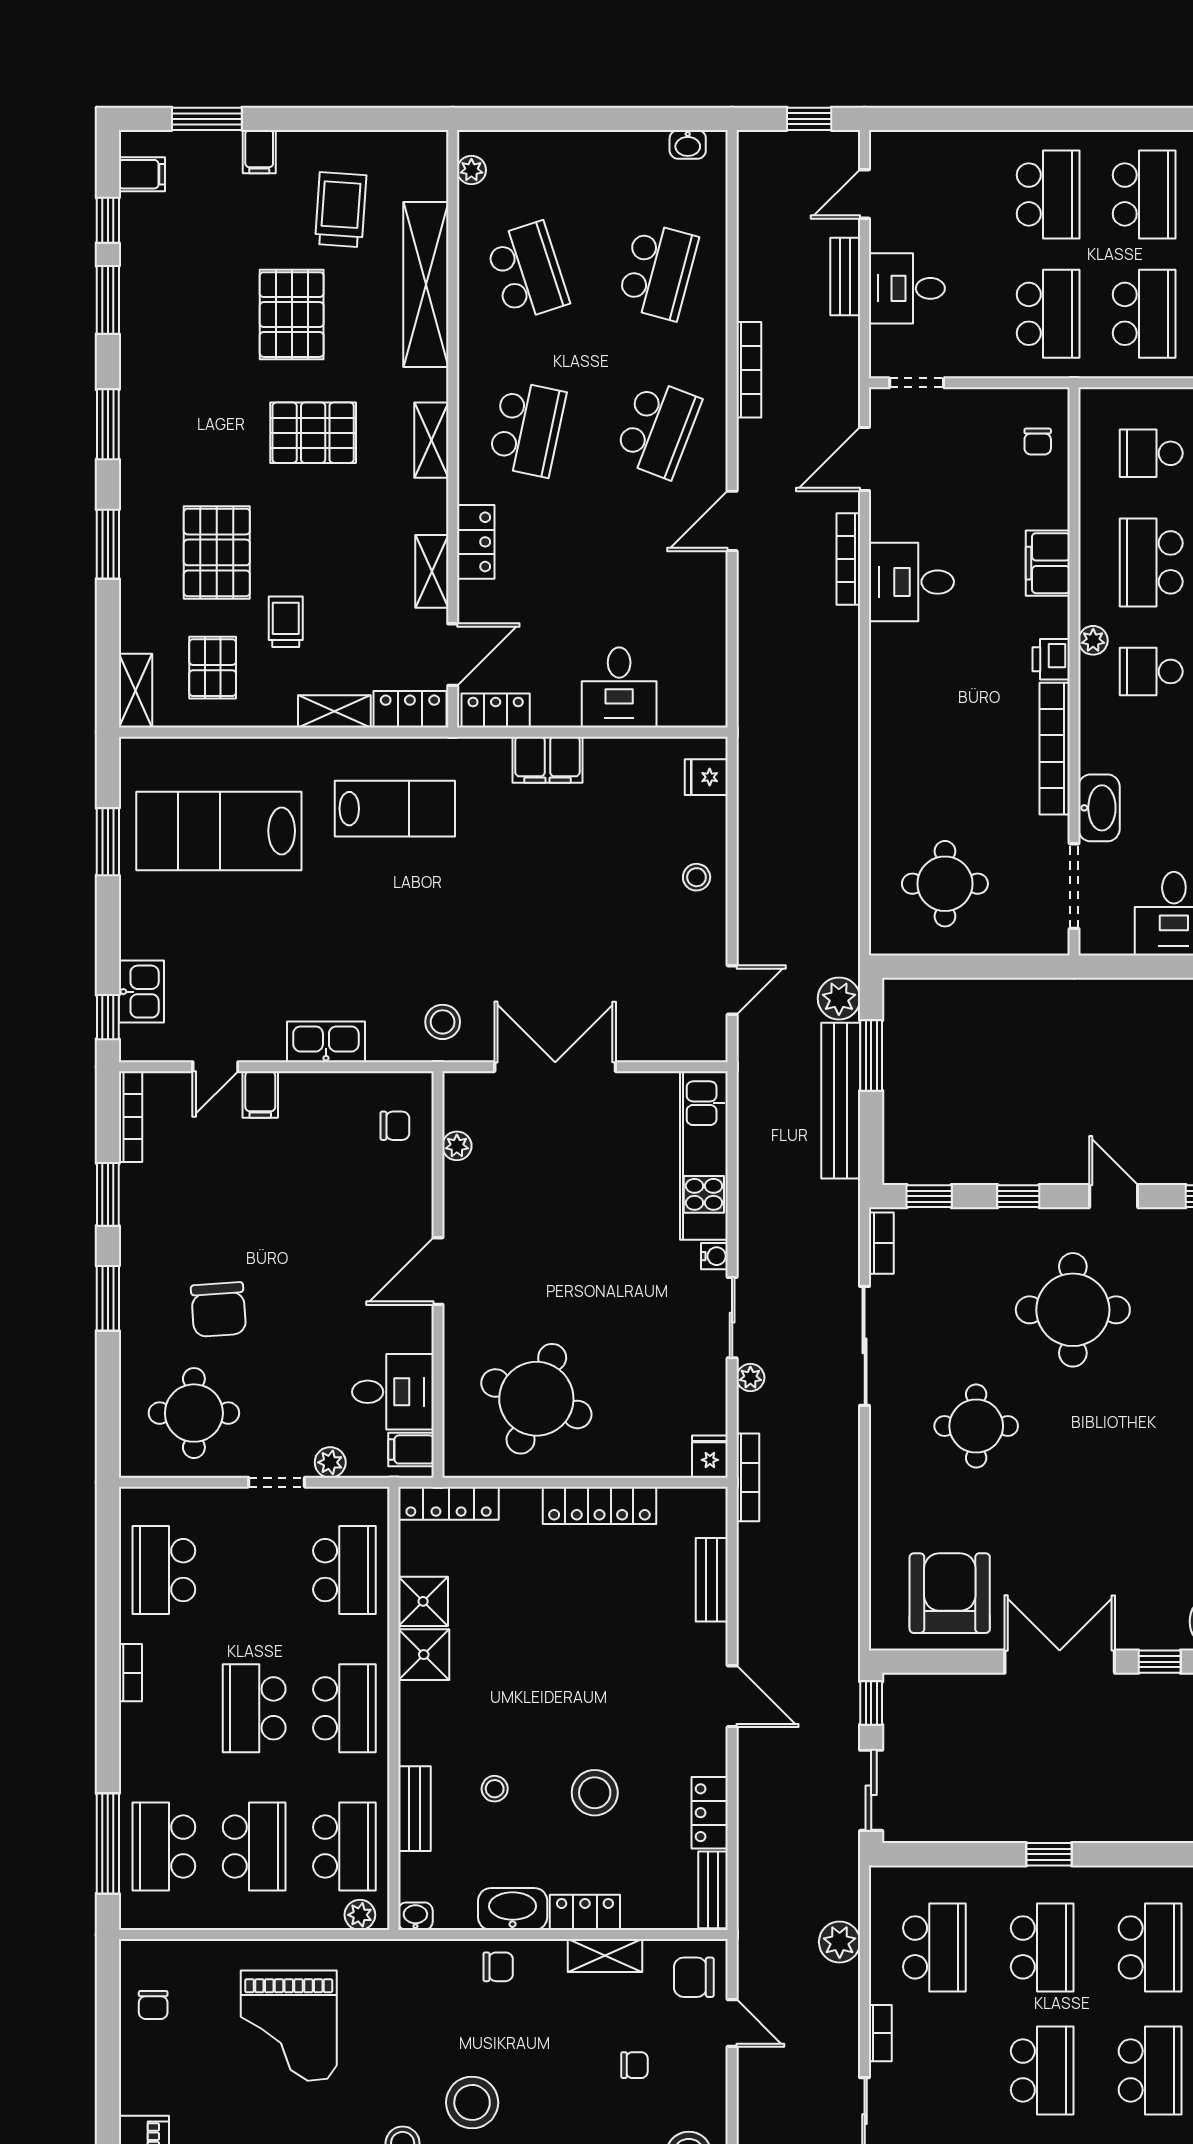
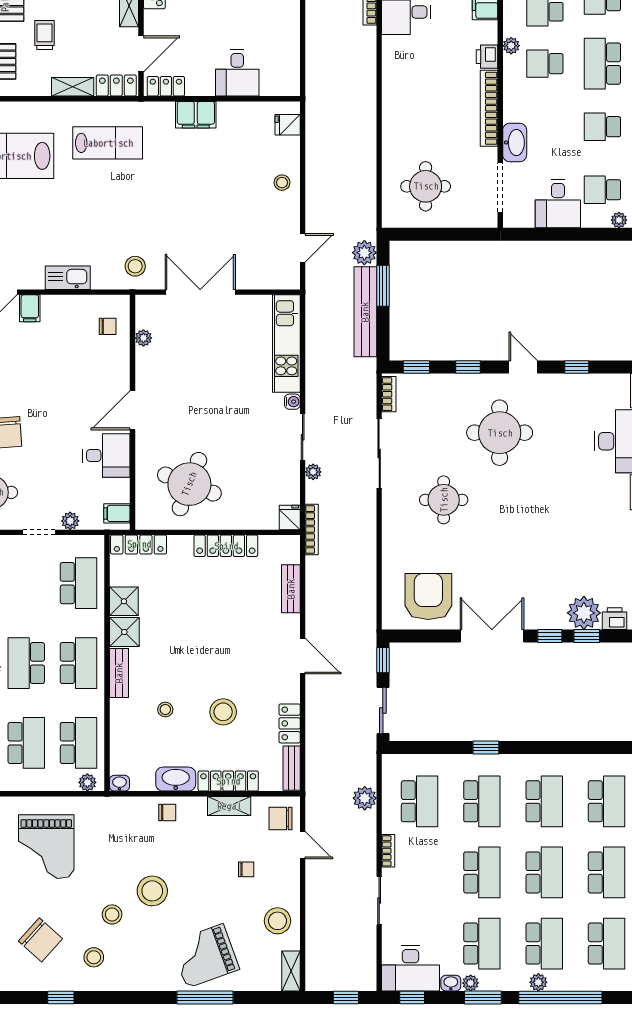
desk: (393, 1392) -> (106, 456), moved
bench: (415, 1809) -> (119, 673), moved
locker: (585, 1912) -> (228, 781), width x1.53

